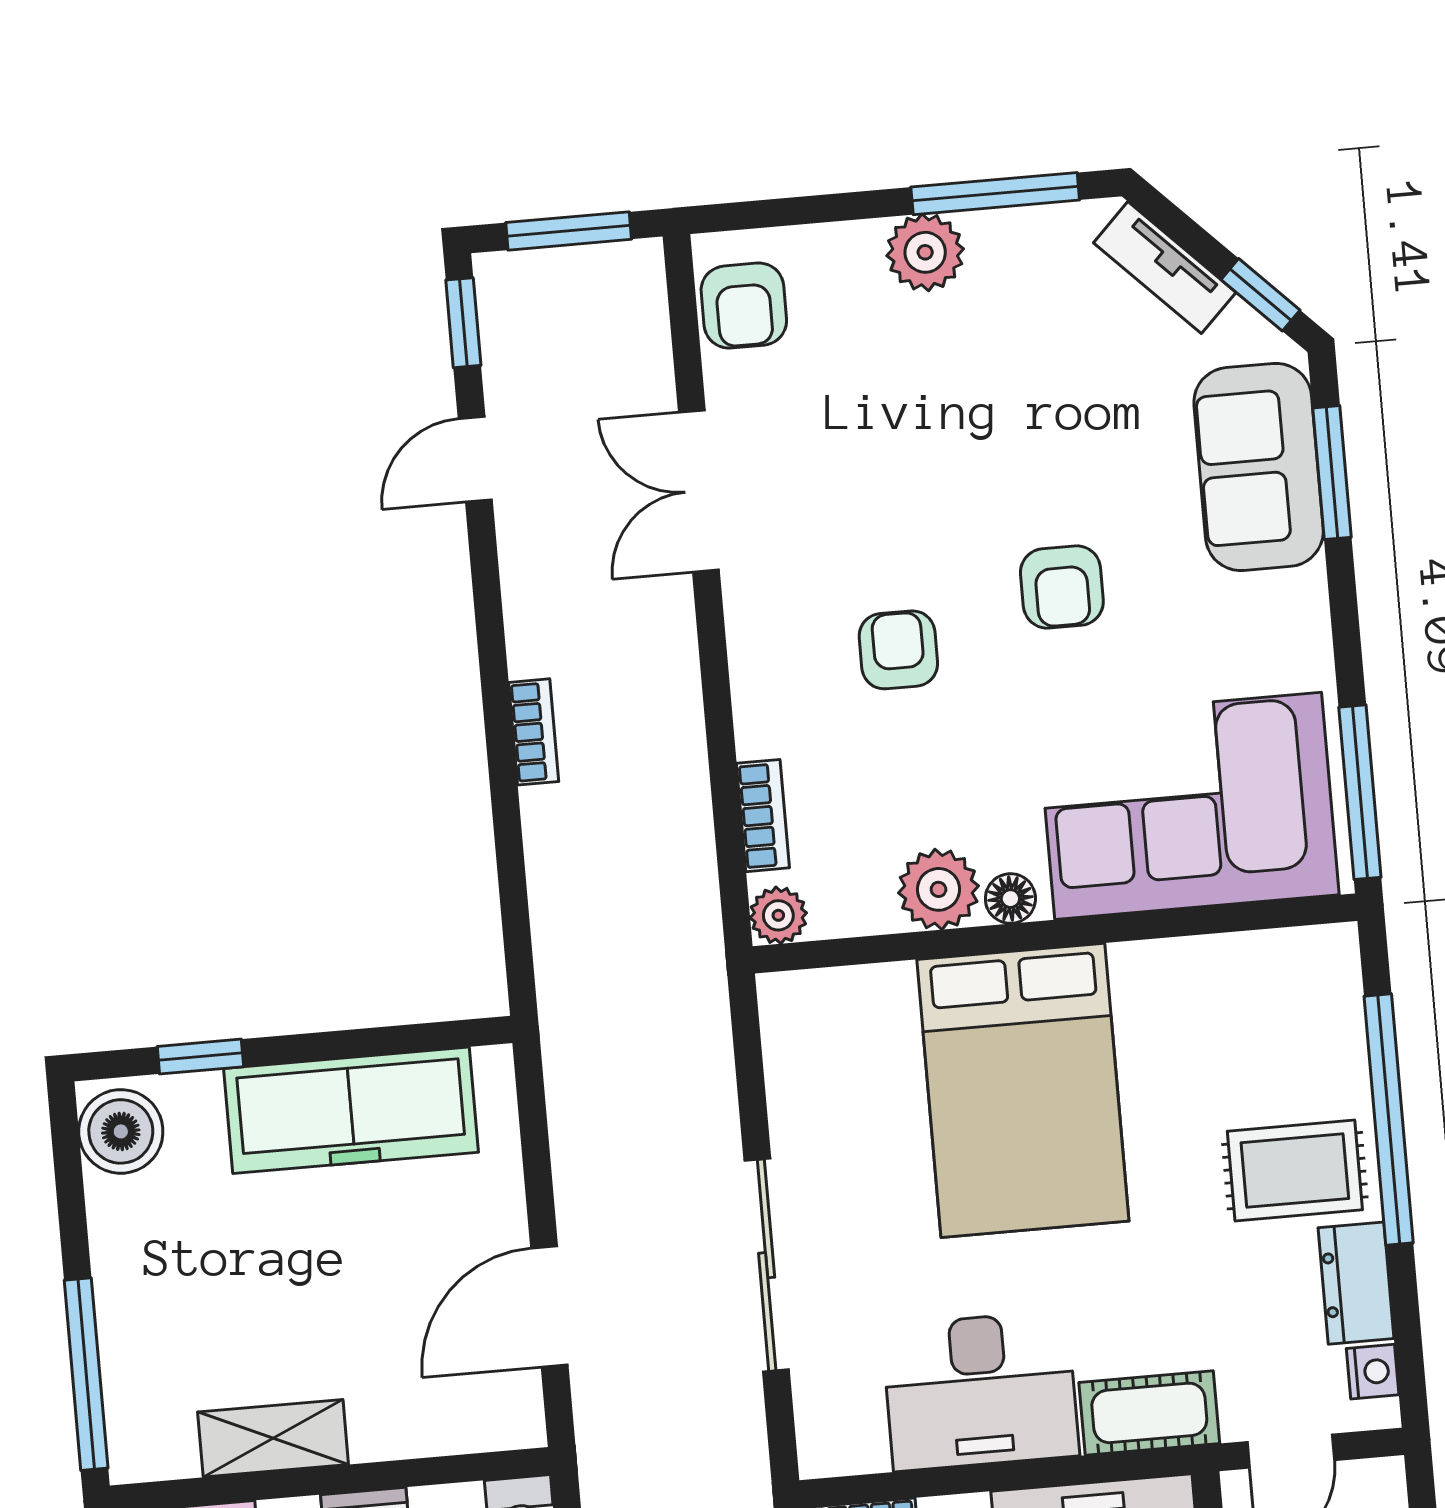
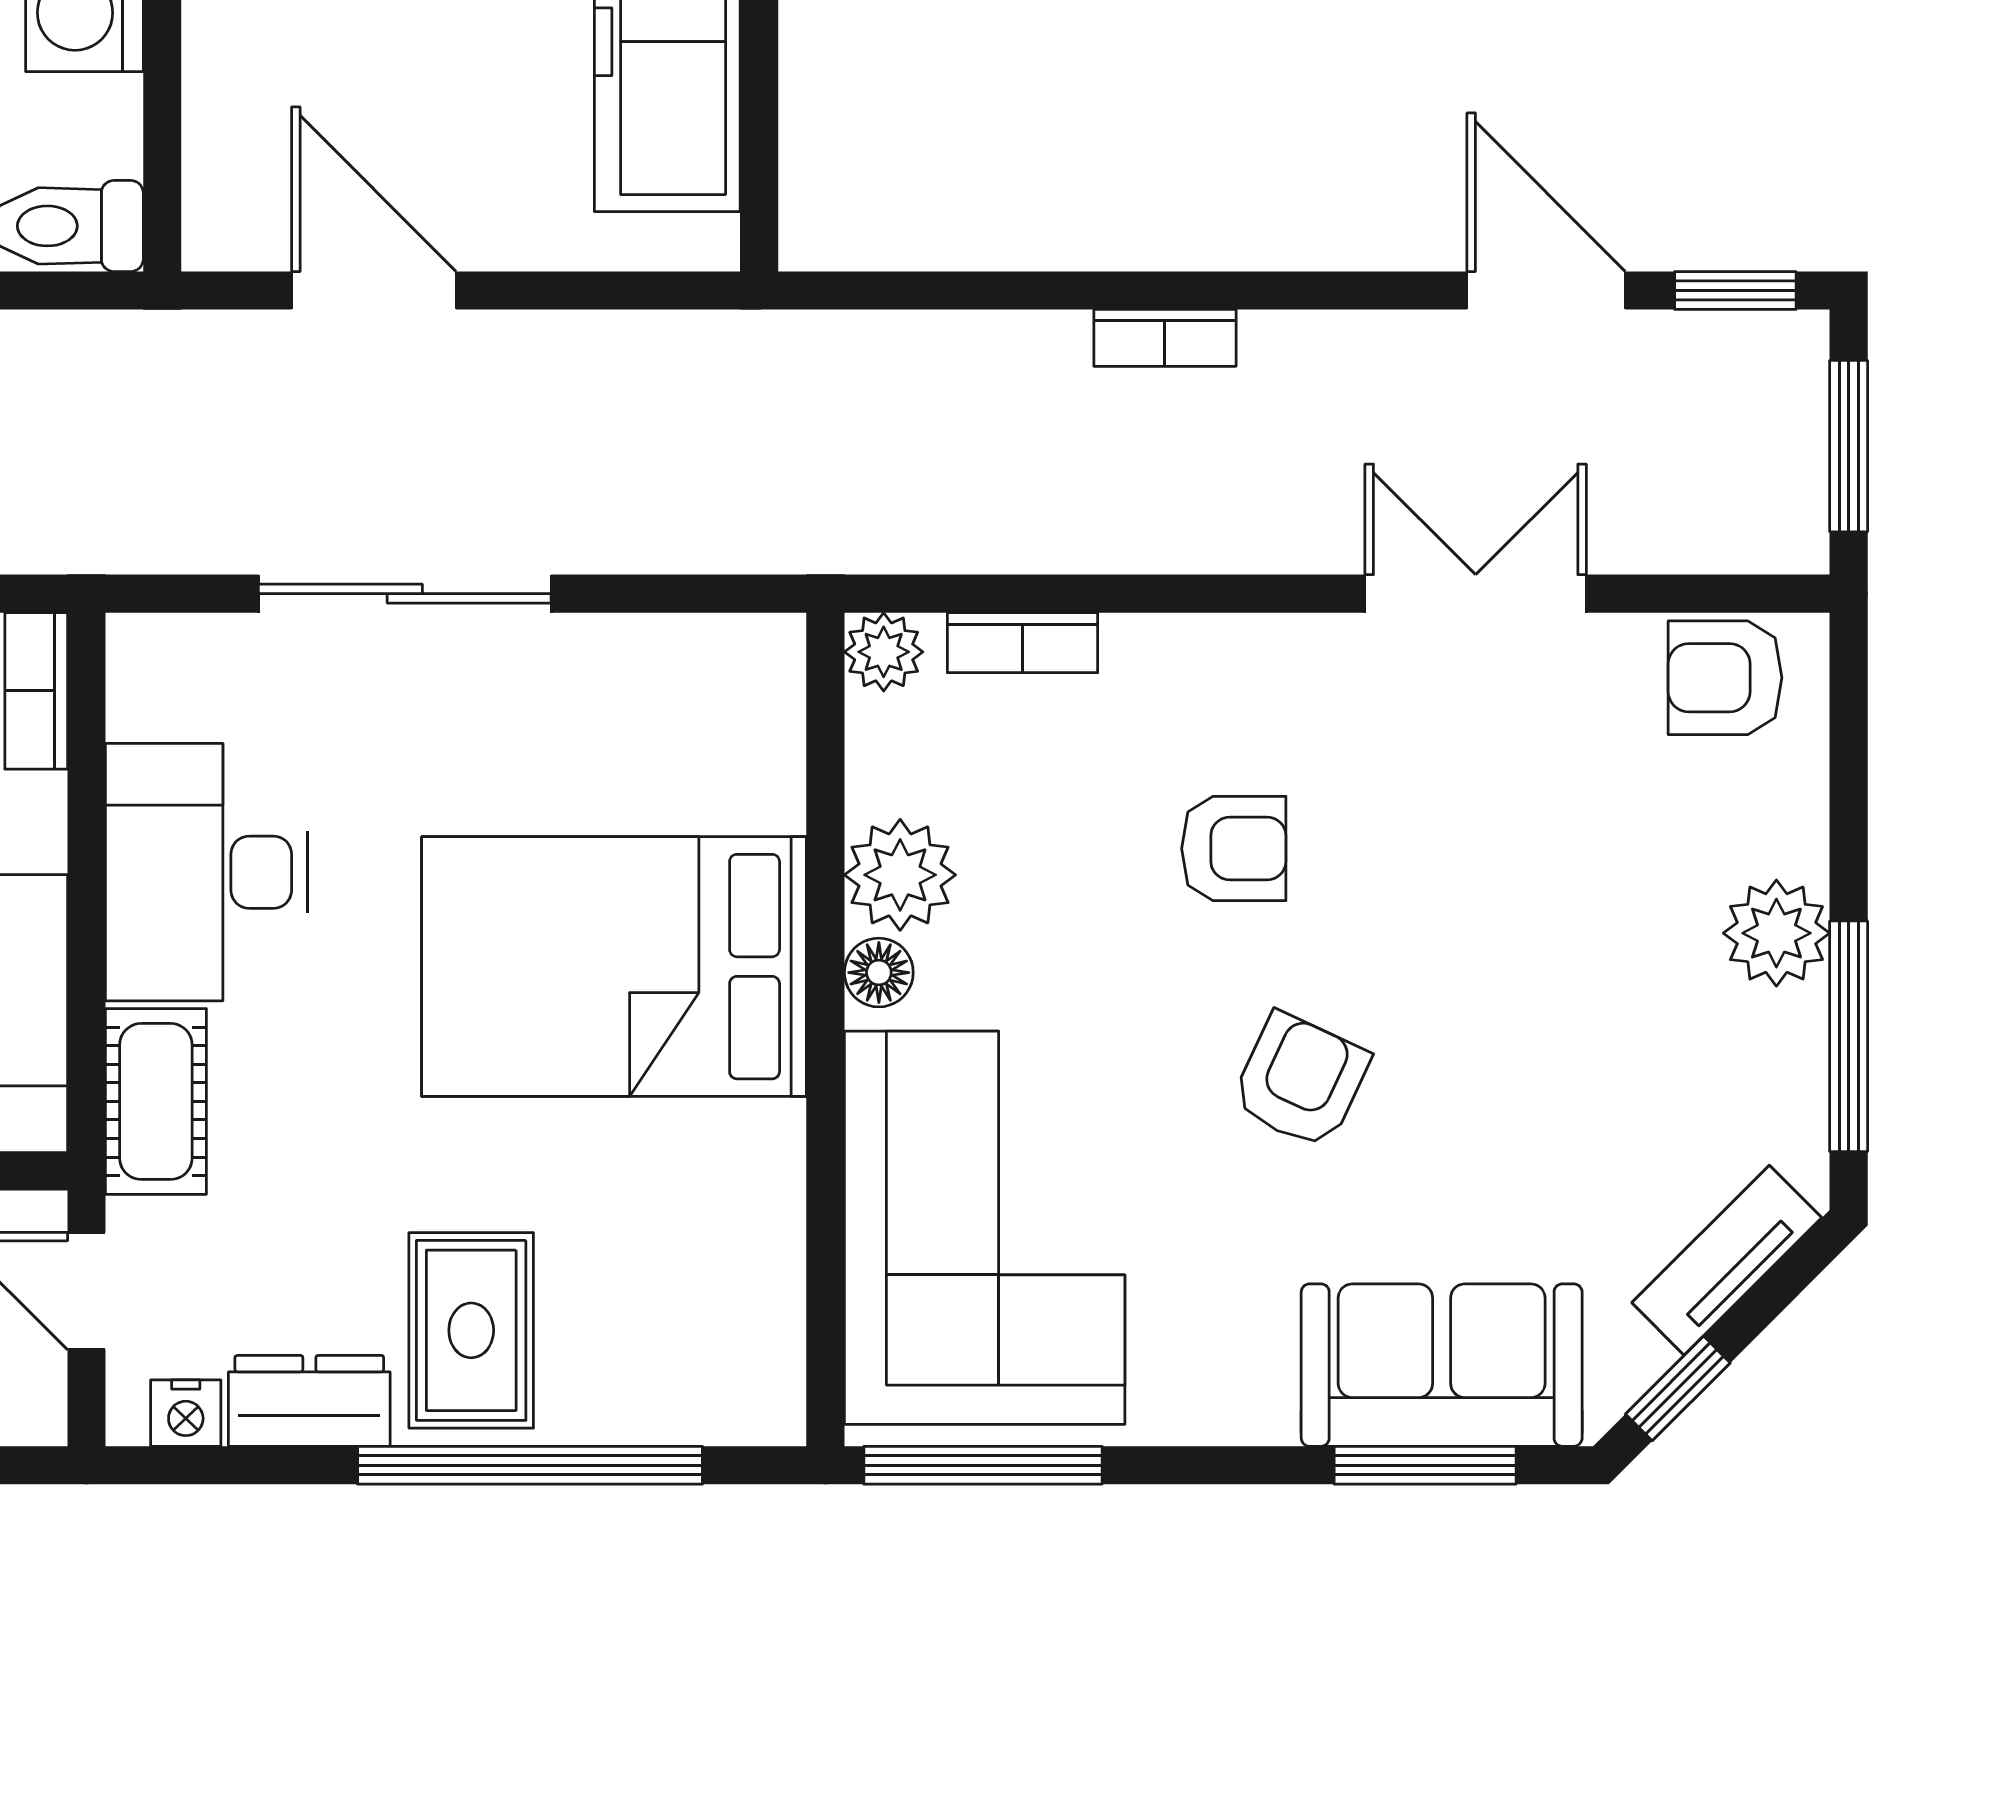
door: (475, 459) -> (1546, 290), width x1.37
armchair: (1062, 587) -> (1300, 1081), turned 115

